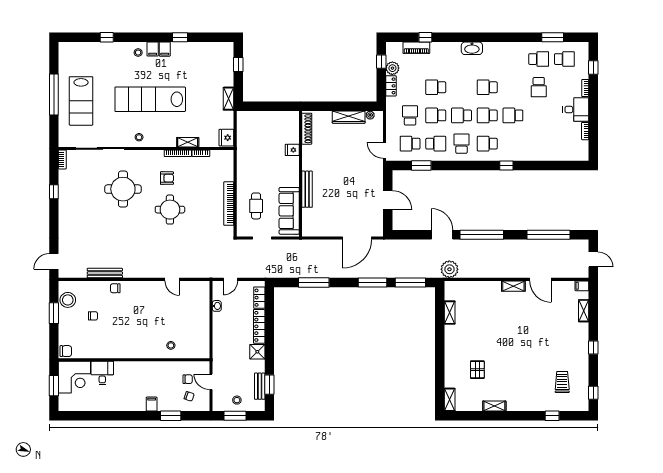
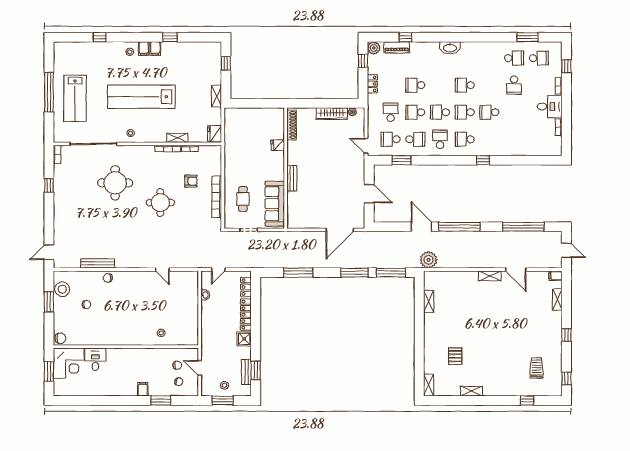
plant: (392, 68) -> (374, 48), moved
armchair: (167, 178) -> (191, 181), moved
bench: (307, 189) -> (292, 178), width x0.73

